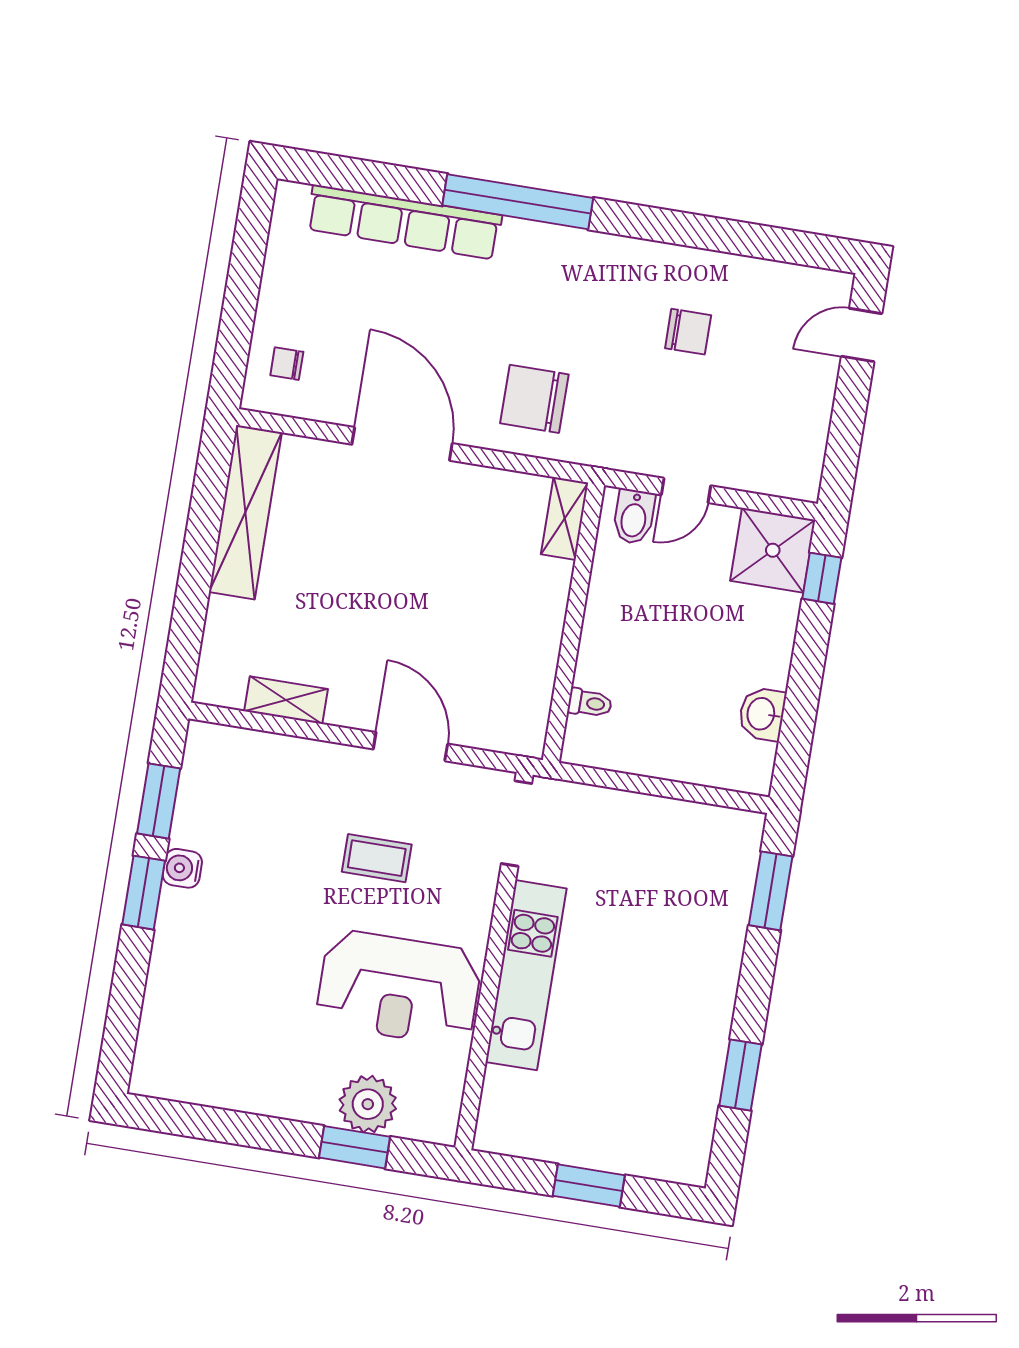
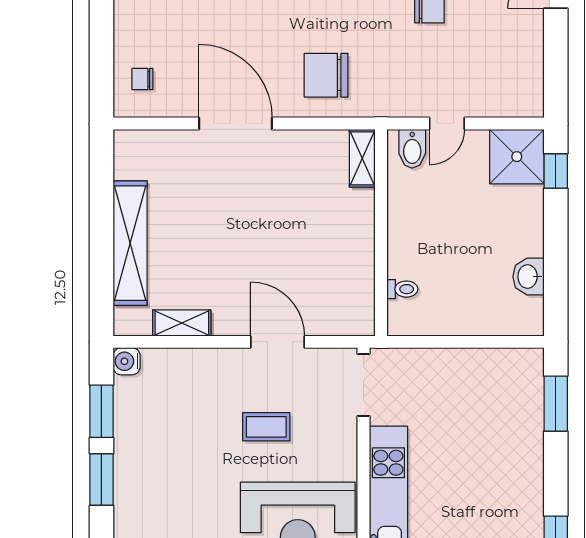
shelving: (245, 512) -> (130, 243), moved
water cooler: (182, 868) -> (127, 361), moved

